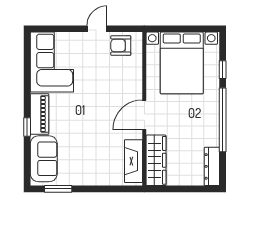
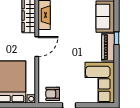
armchair: (121, 46) -> (53, 94), turned 180

